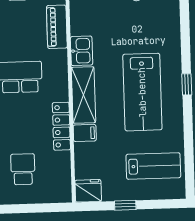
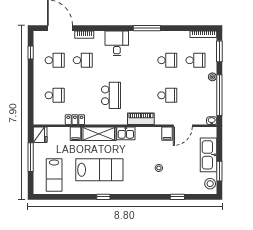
lab bench: (142, 92) -> (99, 170), turned 180
locker: (61, 126) -> (75, 120), width x0.66
window: (125, 205) -> (31, 157), width x2.17

